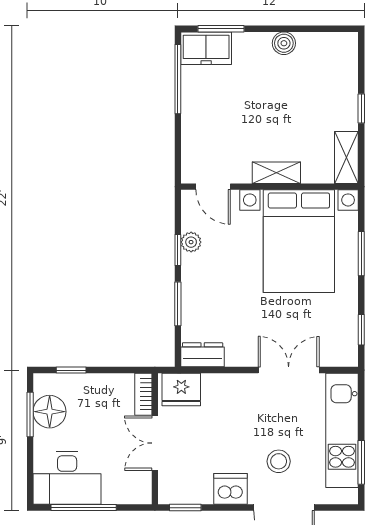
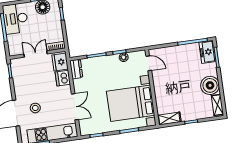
boiler: (284, 43) -> (210, 85), width x1.86, depth x1.86
shelving: (276, 173) -> (217, 105), moved
door: (213, 187) -> (149, 63), swing flipped
dishwasher: (231, 489) -> (63, 78), moved, turned 180

